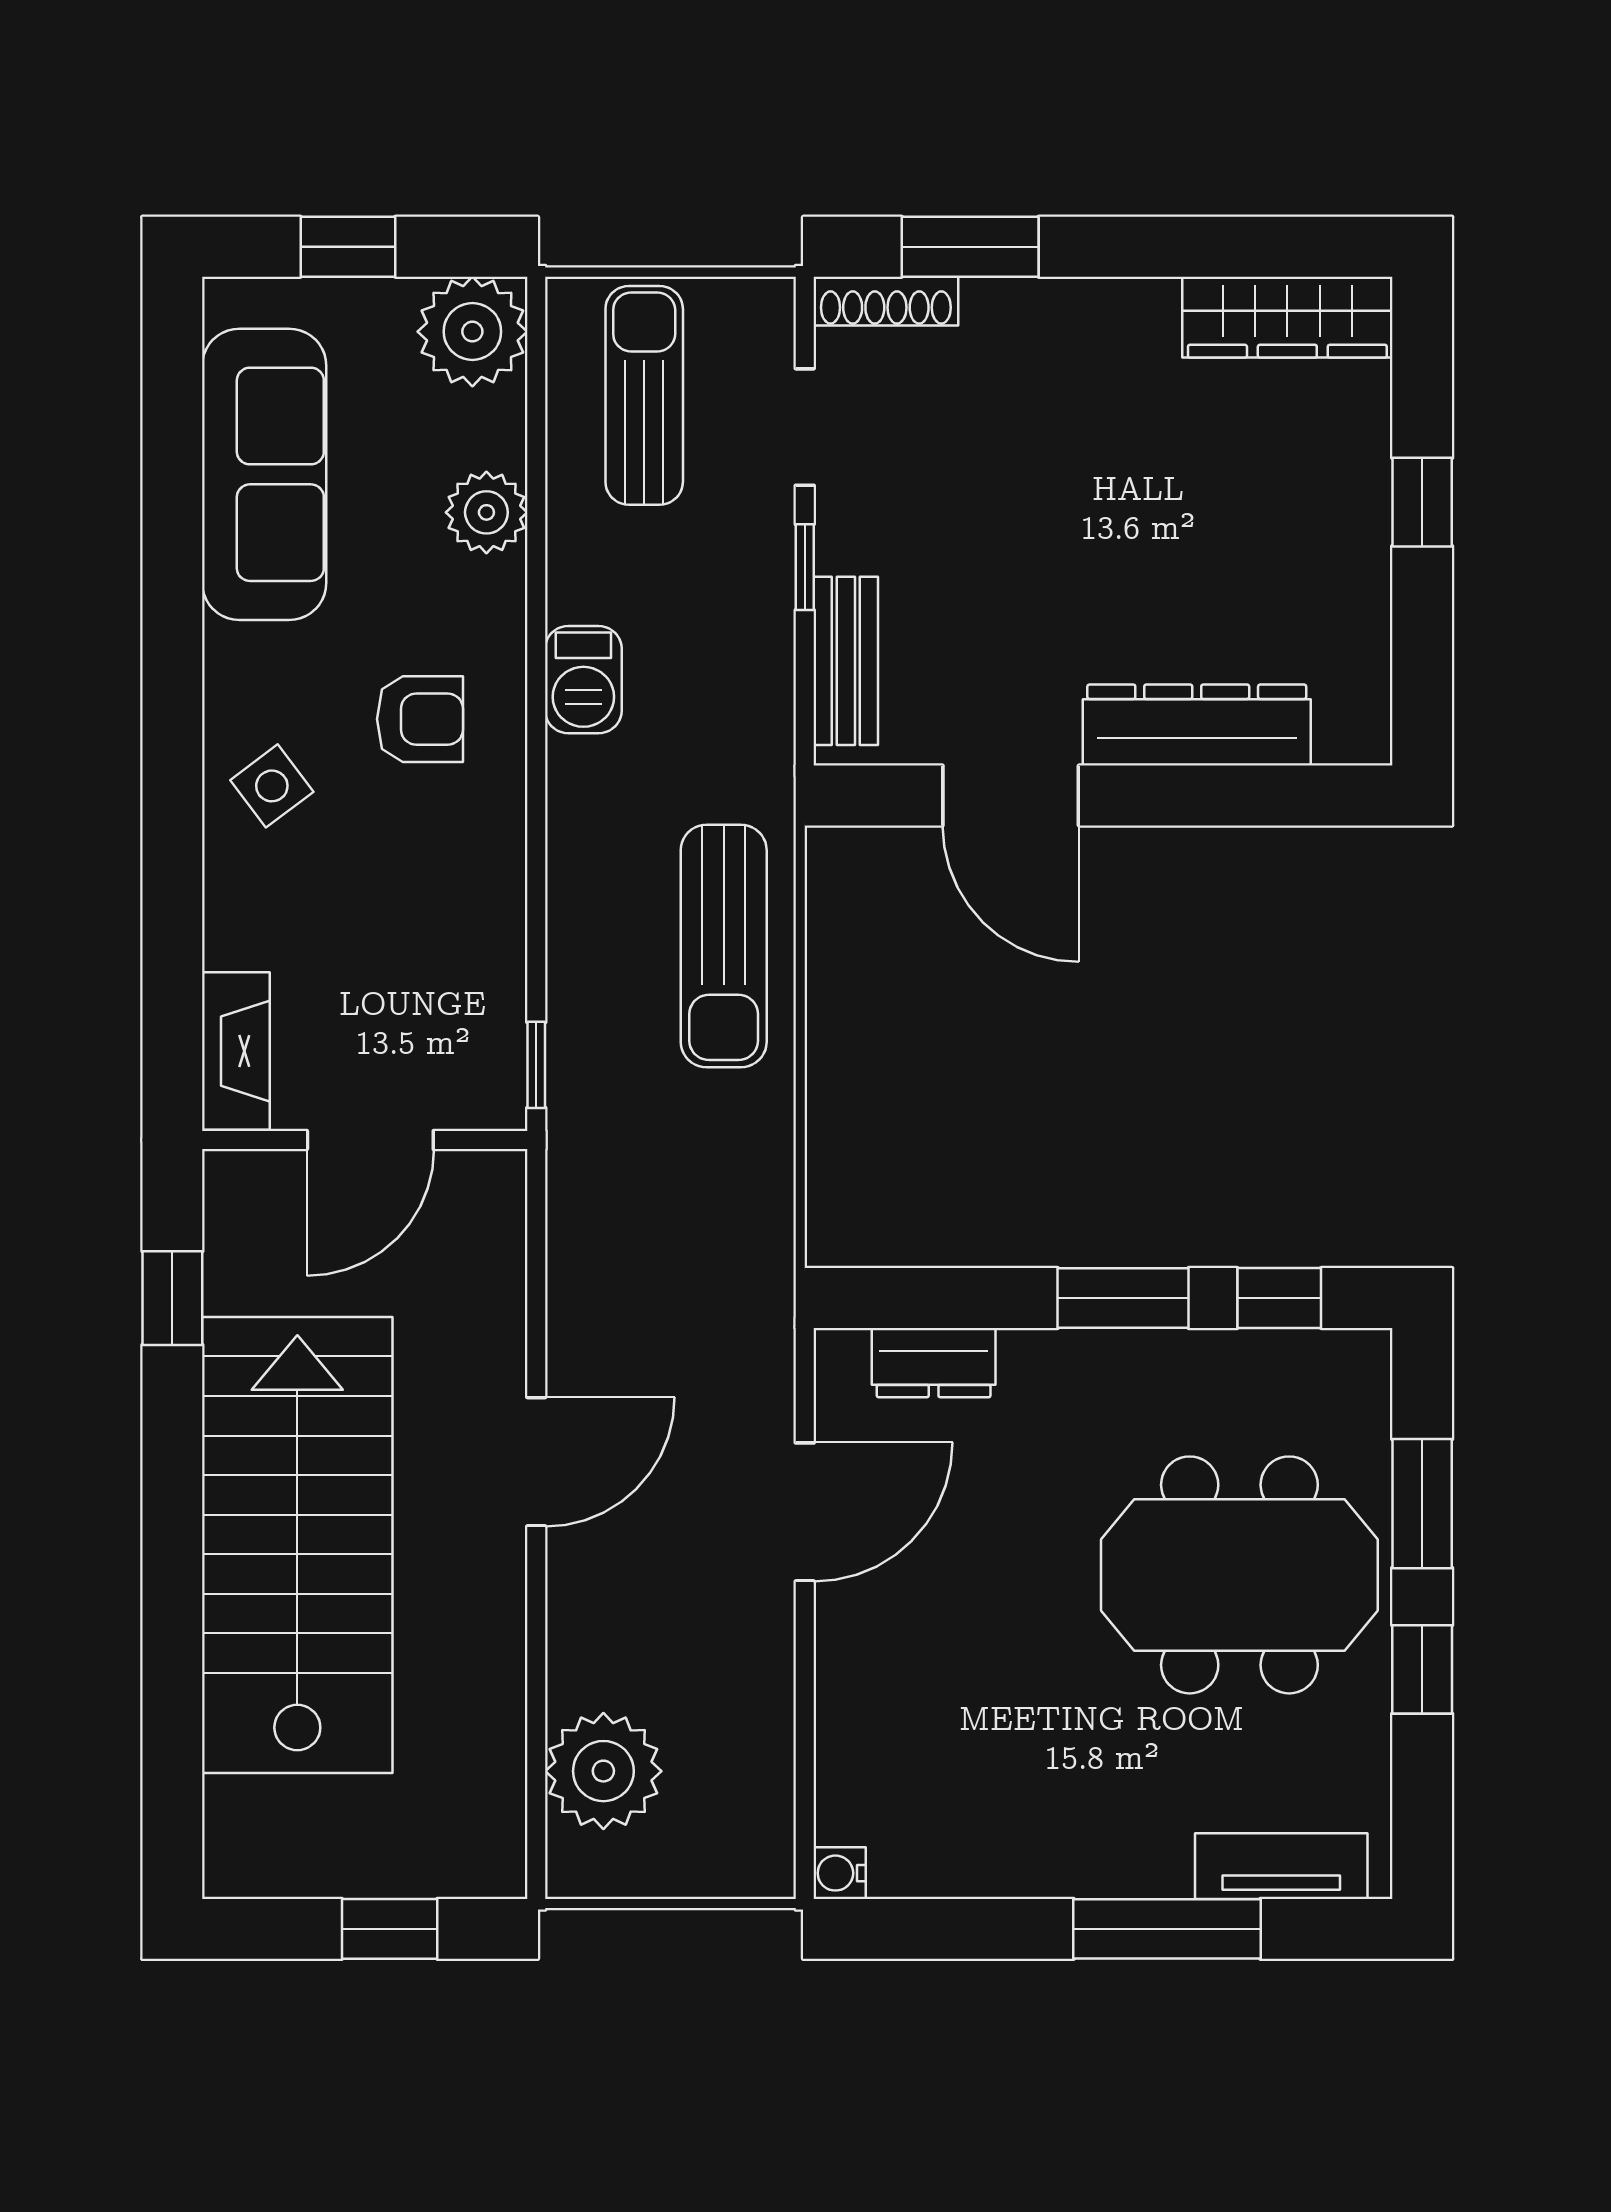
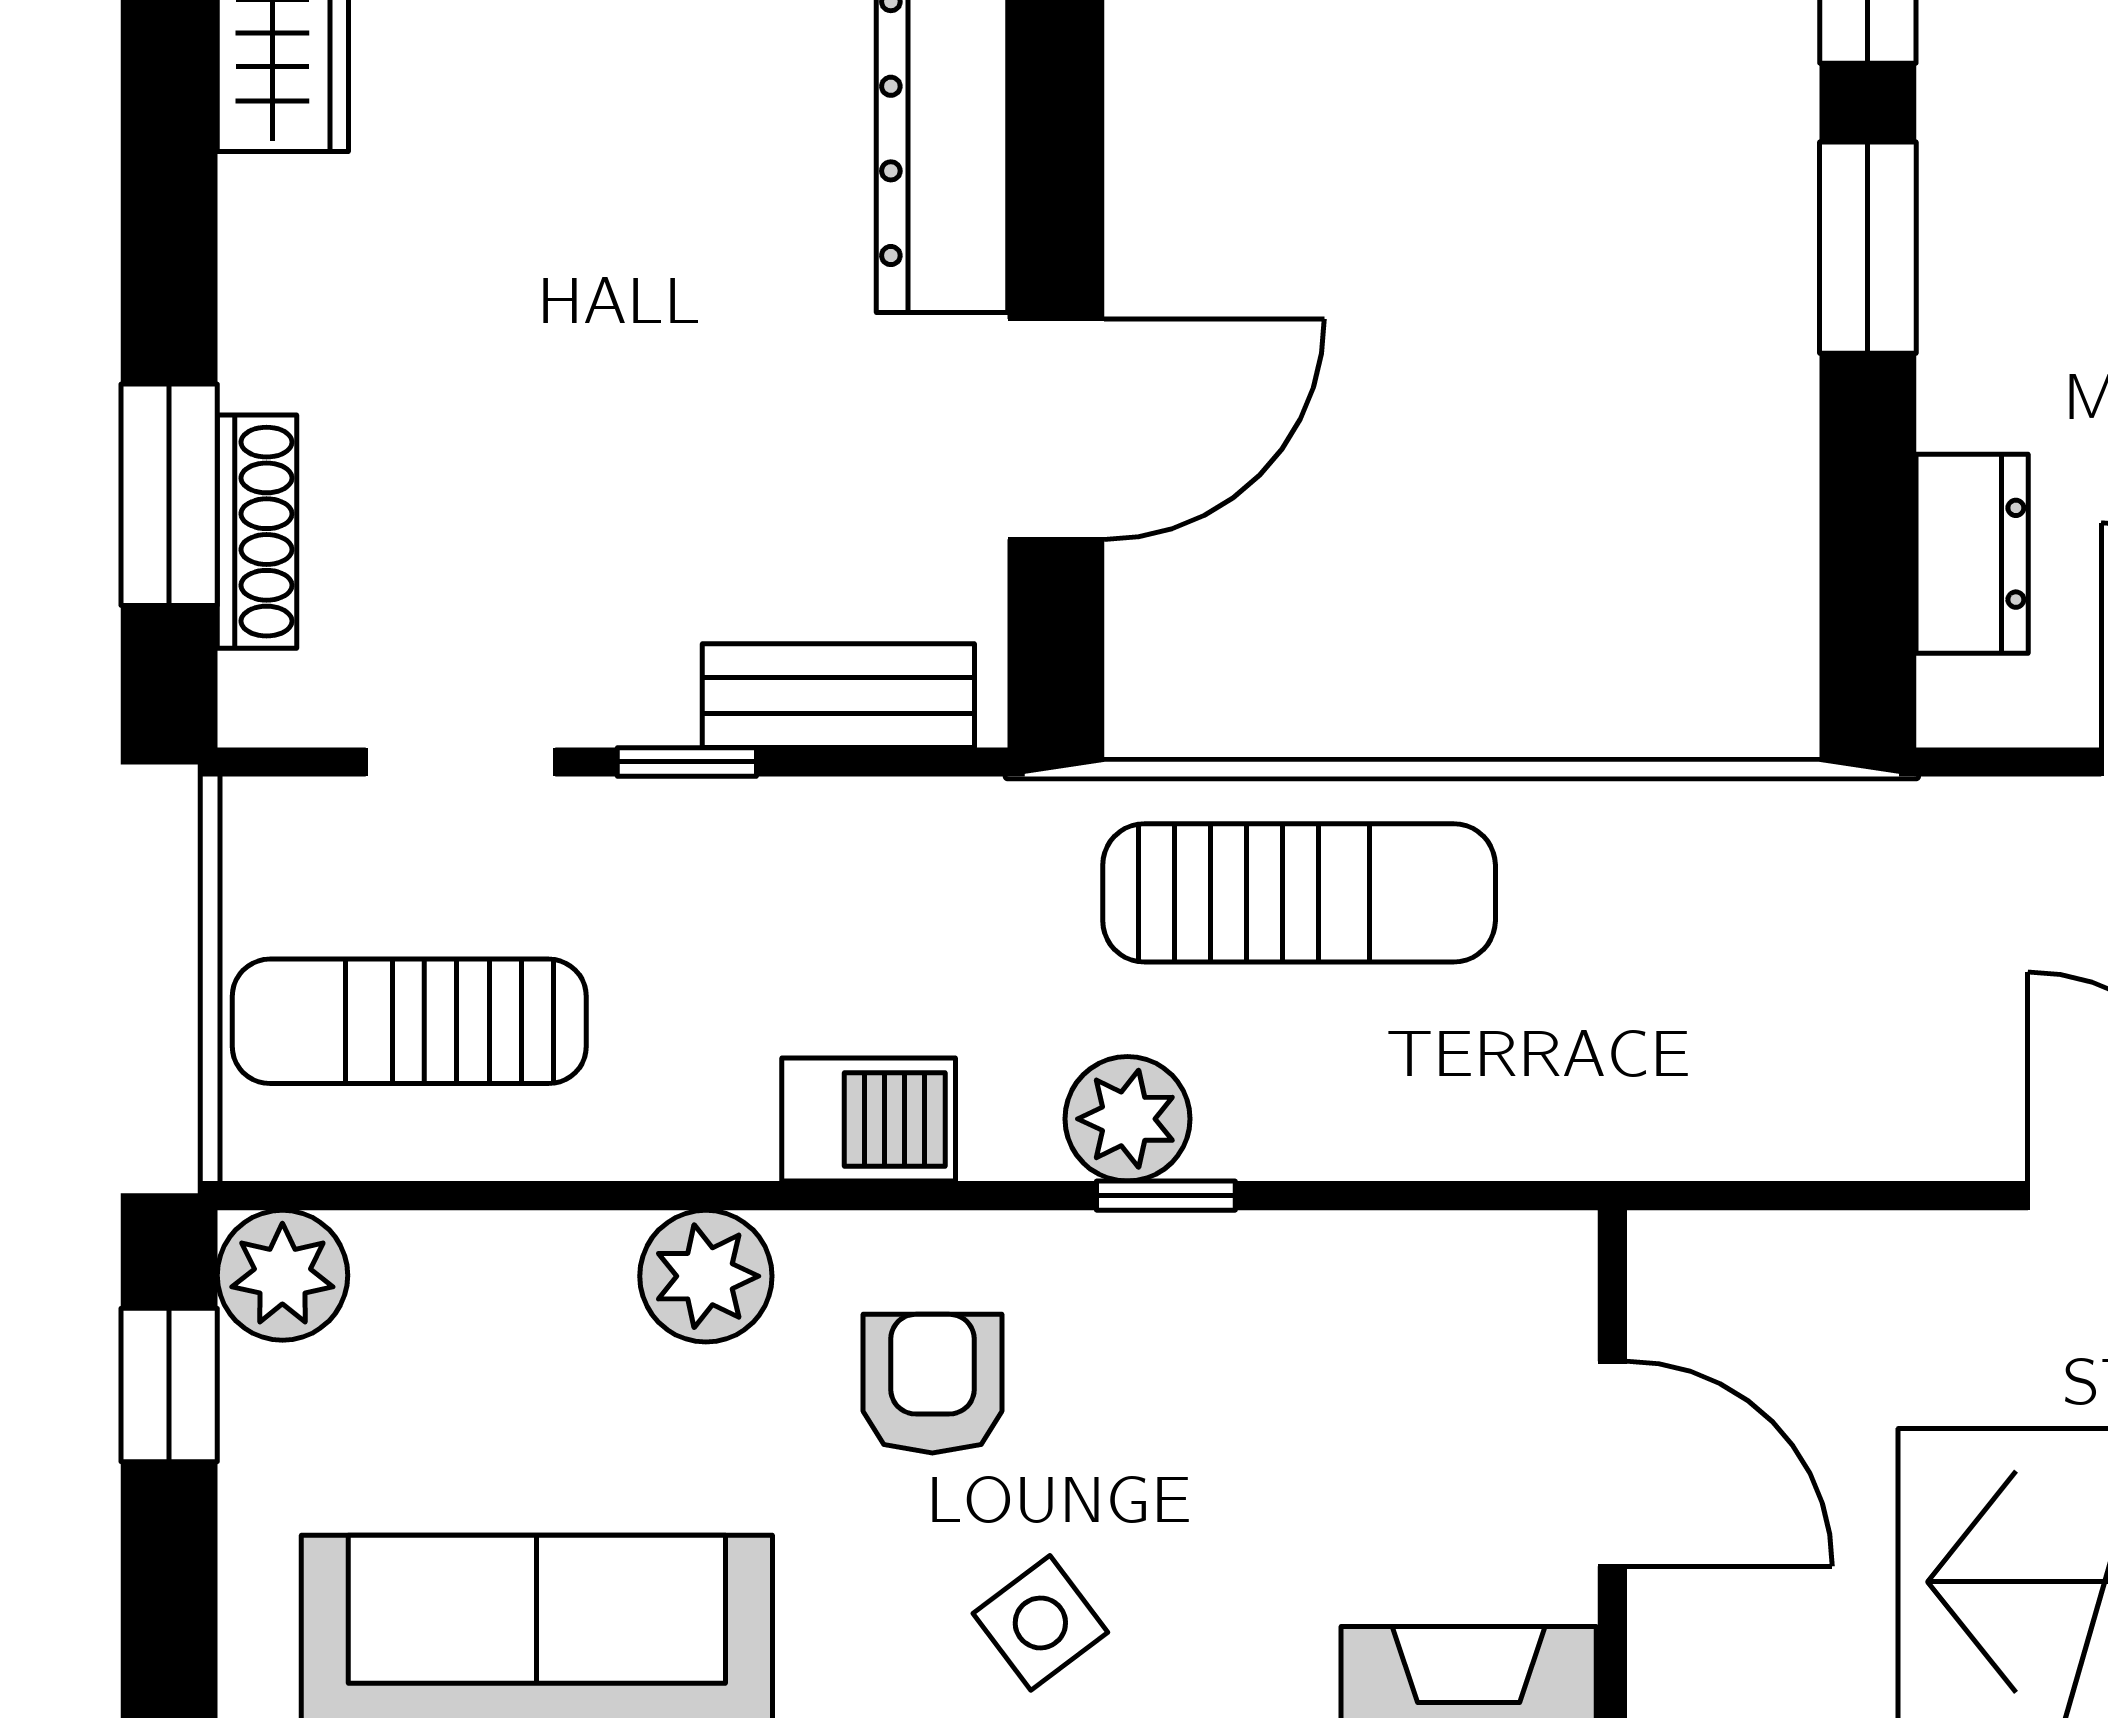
window: (348, 247) -> (169, 1385), moved
shoe rack: (886, 301) -> (257, 532), moved
plant: (472, 332) -> (282, 1275), width x0.73, depth x0.73
plant: (486, 512) -> (706, 1276), moved
plant: (584, 840) -> (1127, 1119), added
window: (536, 1065) -> (1166, 1196), moved

